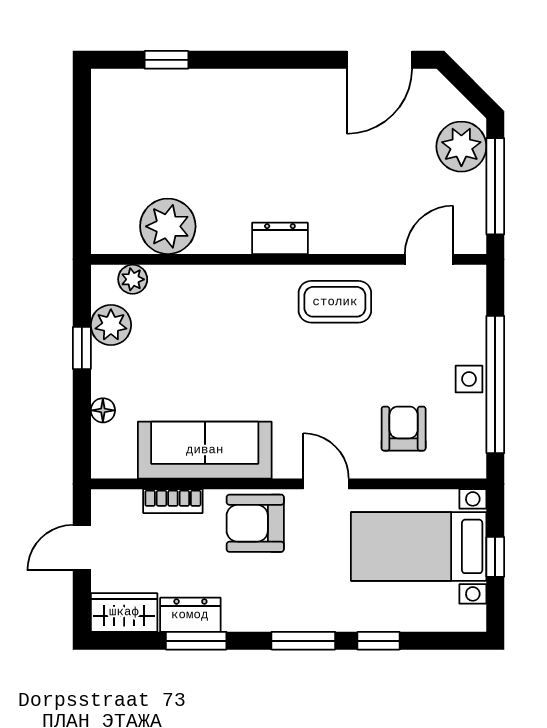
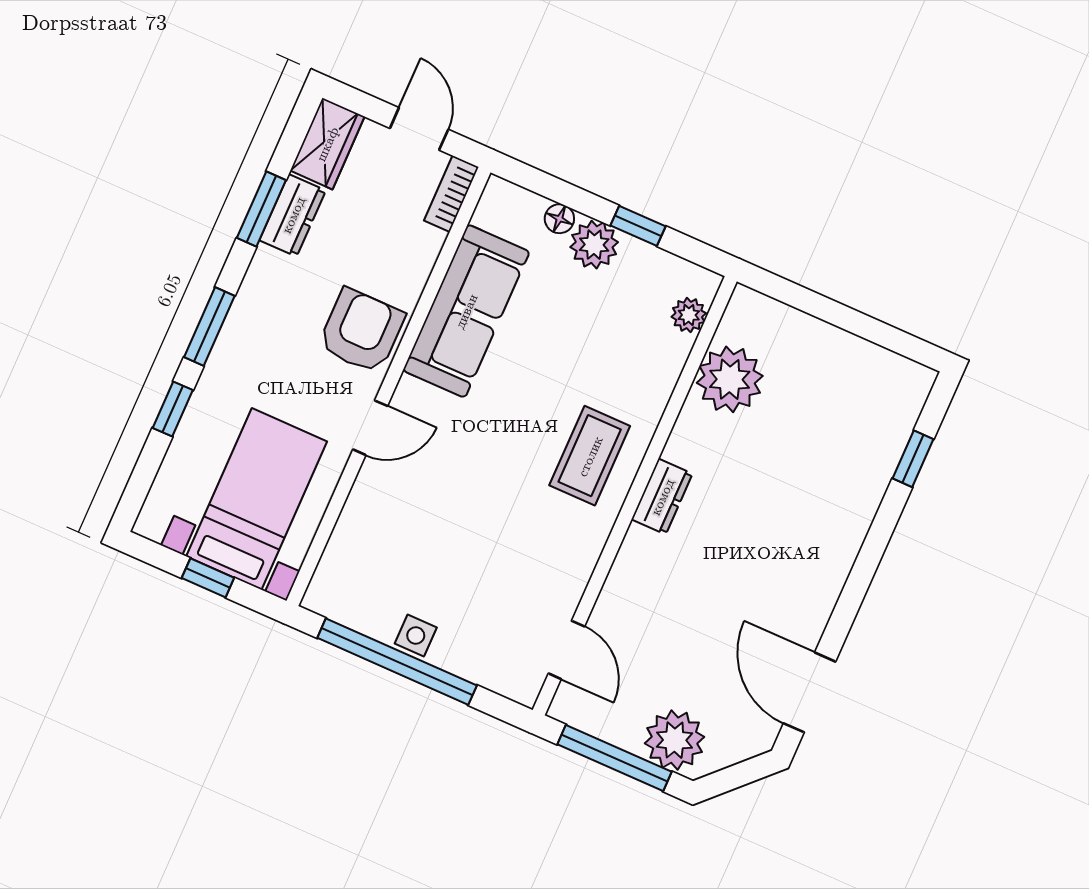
coffee table: (335, 302) -> (590, 456), moved
plant: (111, 325) -> (594, 245), moved
armchair: (404, 429) -> (393, 540), removed
bookcase: (173, 501) -> (451, 194), moved

